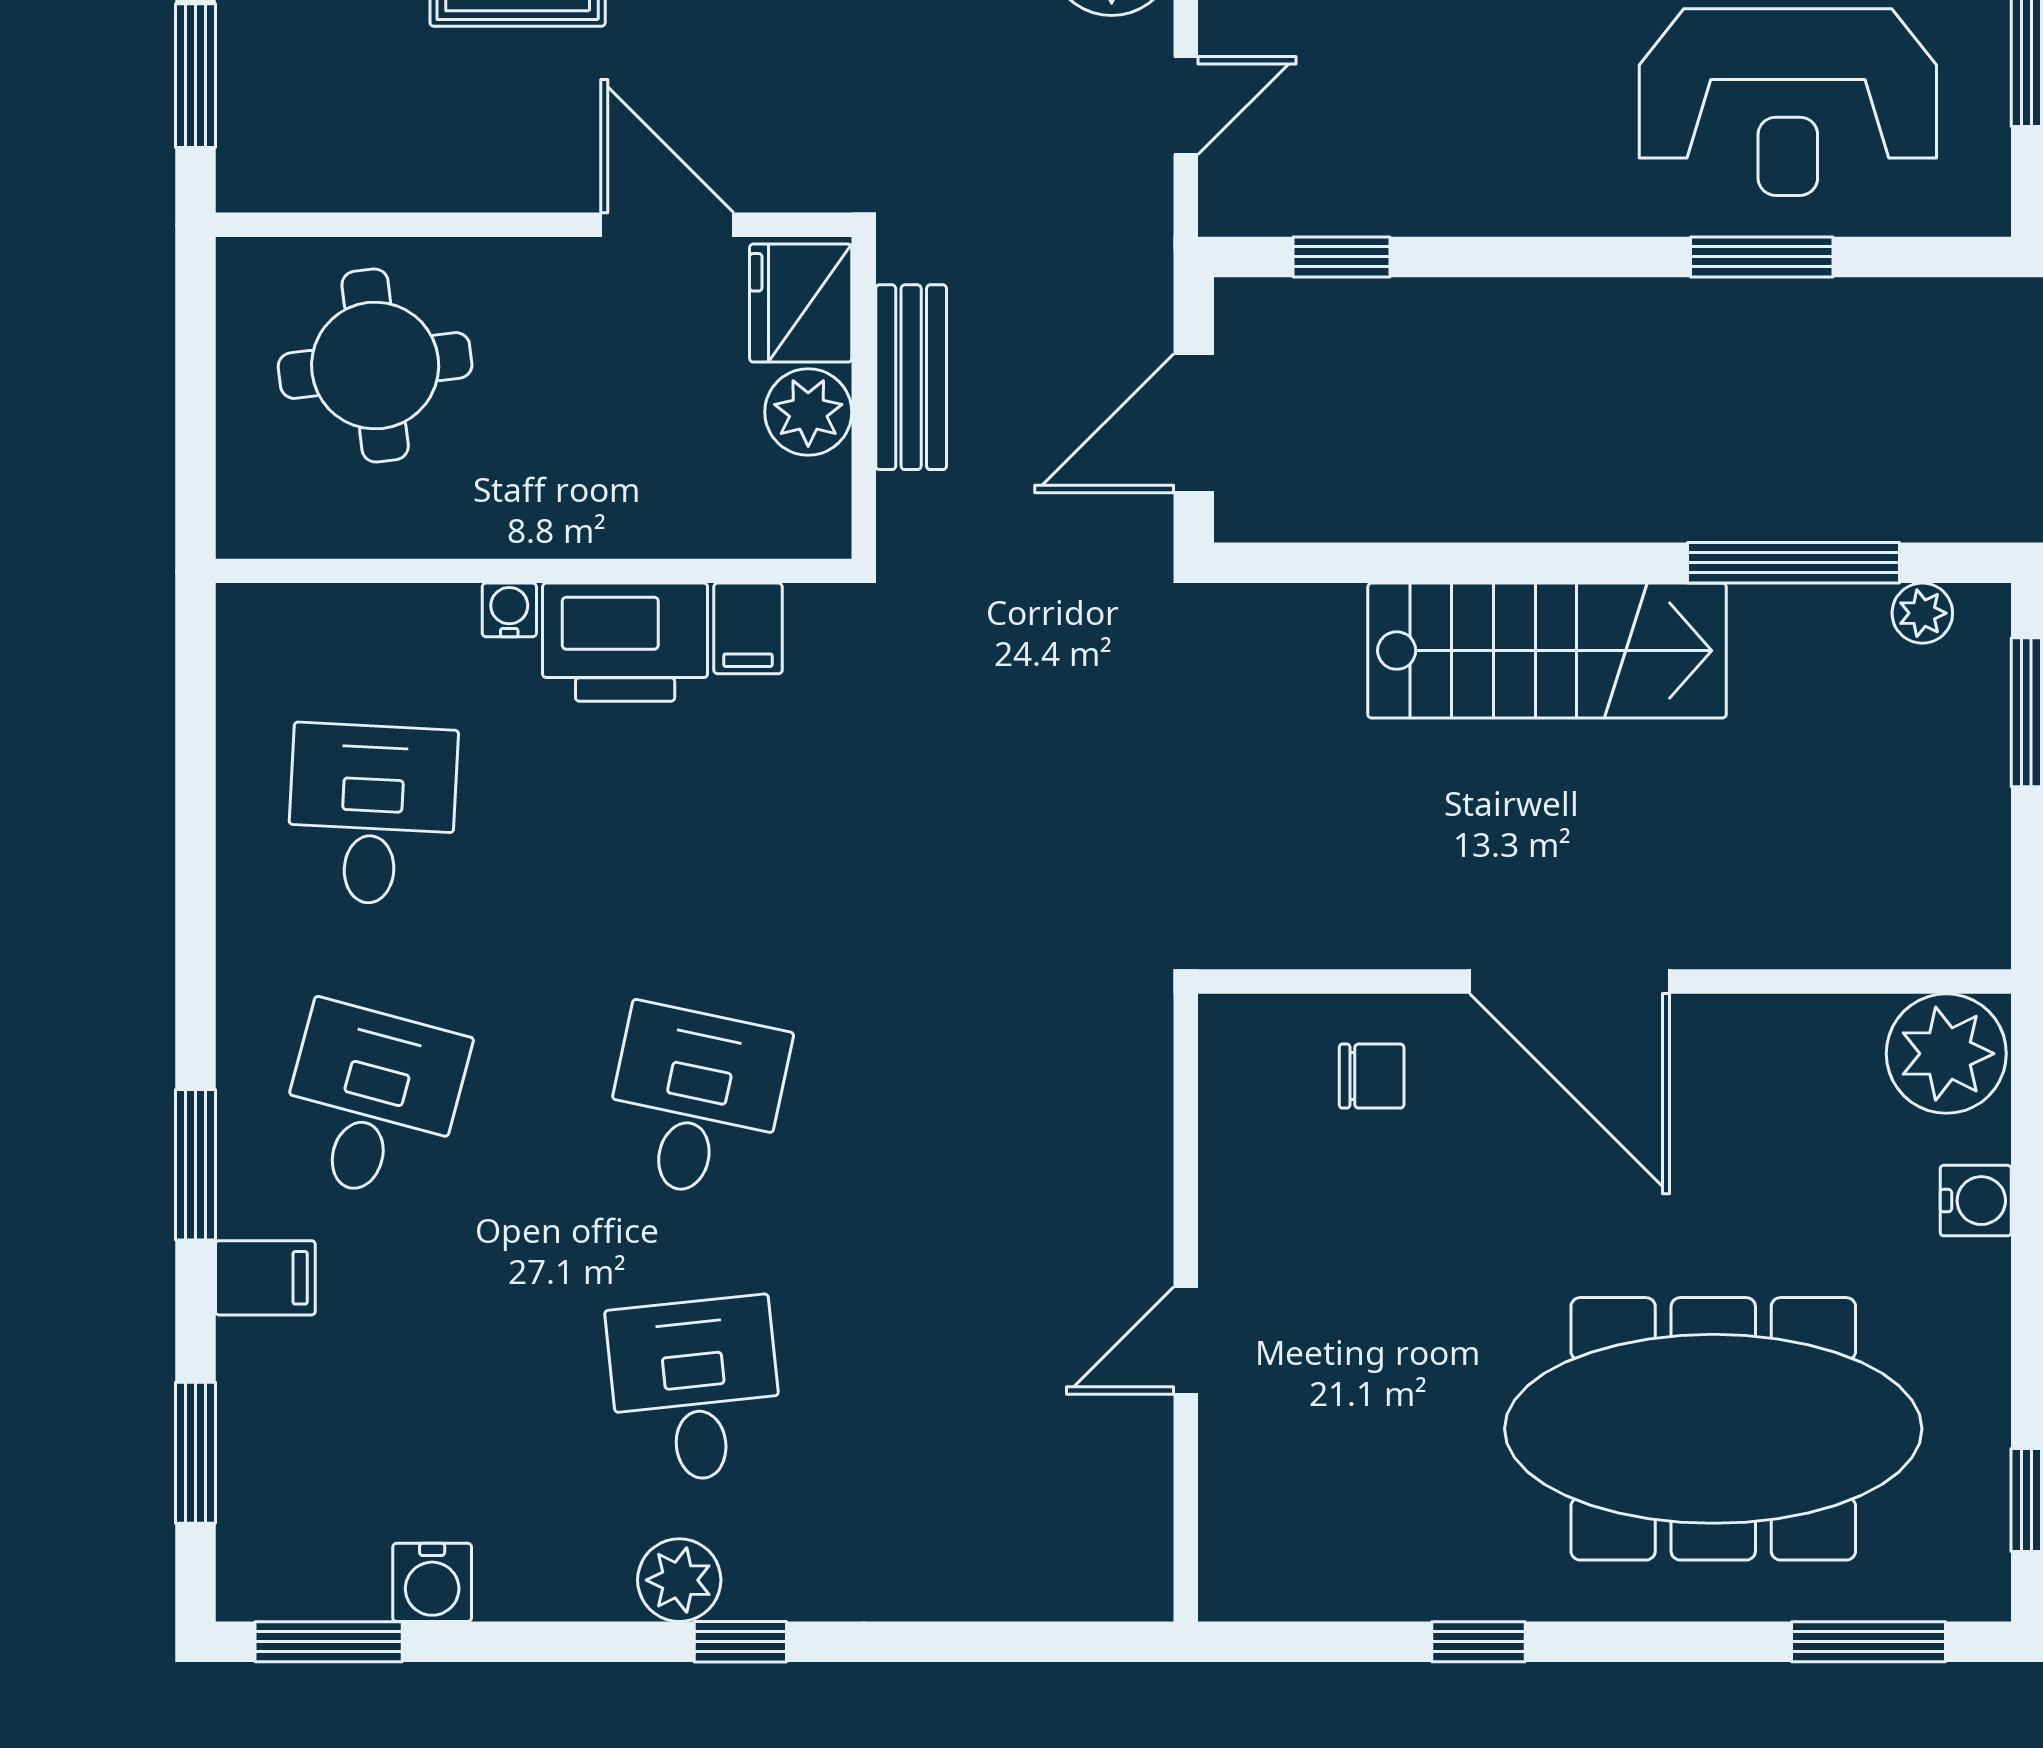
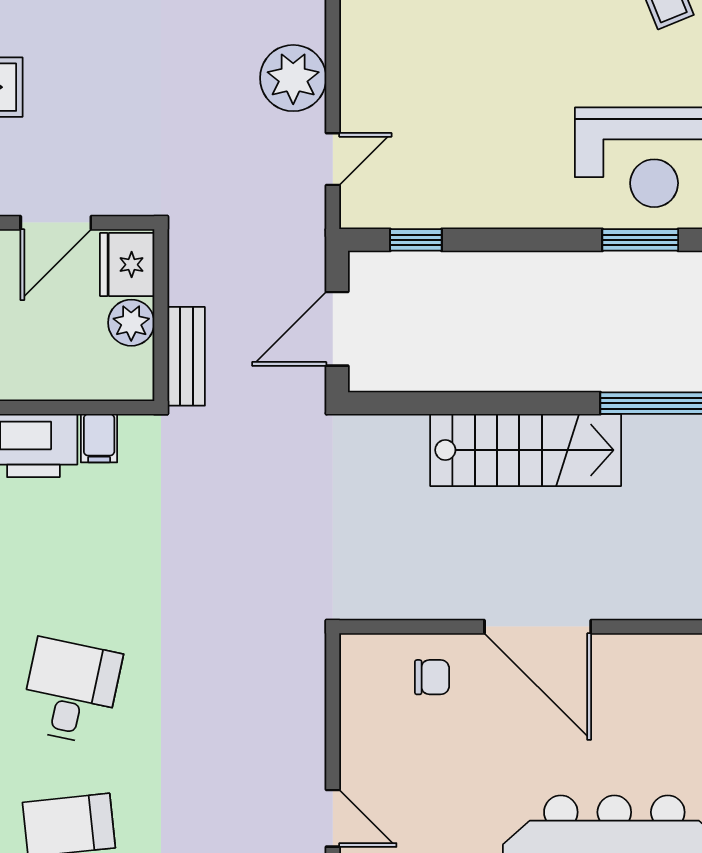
door: (667, 225) -> (56, 223), swing flipped
bench: (911, 377) -> (186, 356), moved
door: (1186, 1340) -> (333, 818), swing flipped

